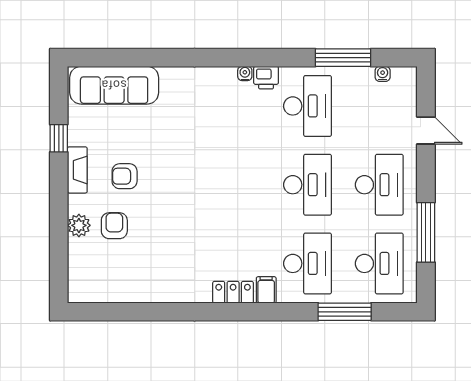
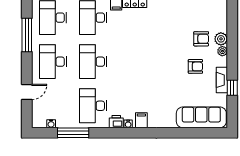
filing cabinet: (221, 80) -> (141, 120), added
door: (426, 131) -> (27, 92), swing flipped
fireplace: (77, 170) -> (222, 80), moved
plant: (76, 204) -> (222, 51), added
armchair: (114, 226) -> (201, 39), turned -90

